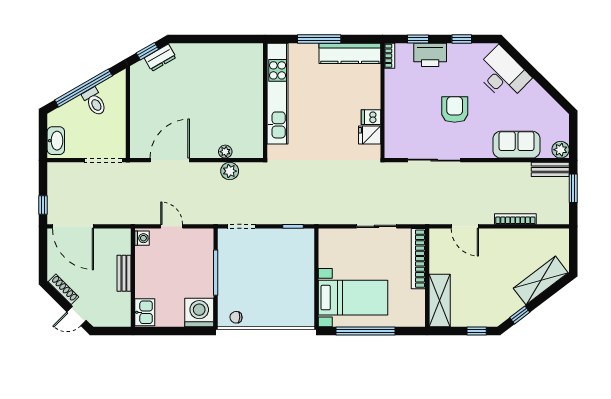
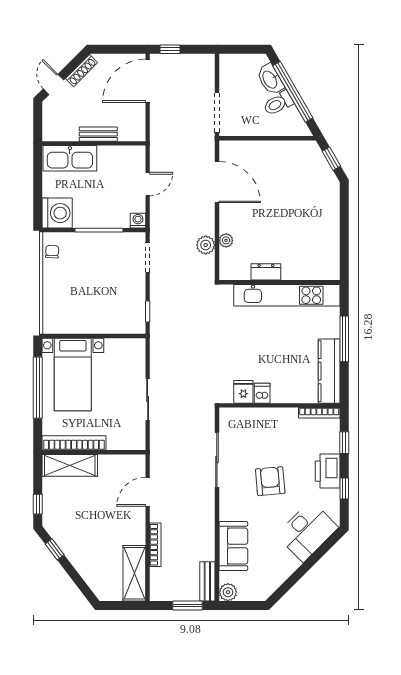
printer: (430, 55) -> (328, 471), moved
bookcase: (390, 56) -> (319, 413), width x1.56
dresser: (160, 58) -> (266, 272), moved, turned 120
armchair: (455, 110) -> (270, 481), turned -95
washbasin: (56, 141) -> (270, 79), moved, turned 60
washing machine: (142, 238) -> (138, 221), moved, turned 180
bookcase: (418, 259) -> (74, 443), moved
shelving: (541, 280) -> (134, 573), moved, turned 37
kitchen sink: (145, 312) -> (70, 158), width x1.88, depth x1.24

